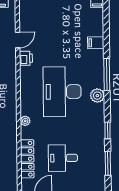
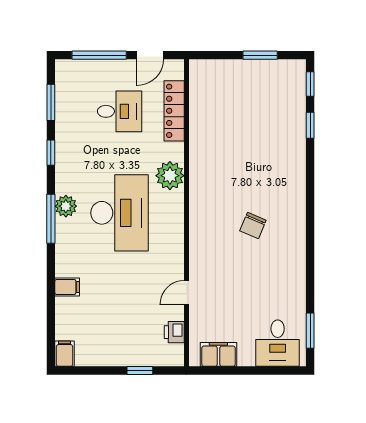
printer: (26, 58) -> (174, 332), moved
window: (107, 74) -> (51, 219), moved
plant: (25, 121) -> (170, 176), width x1.88, depth x1.88

